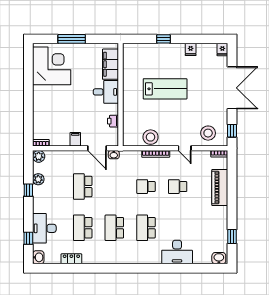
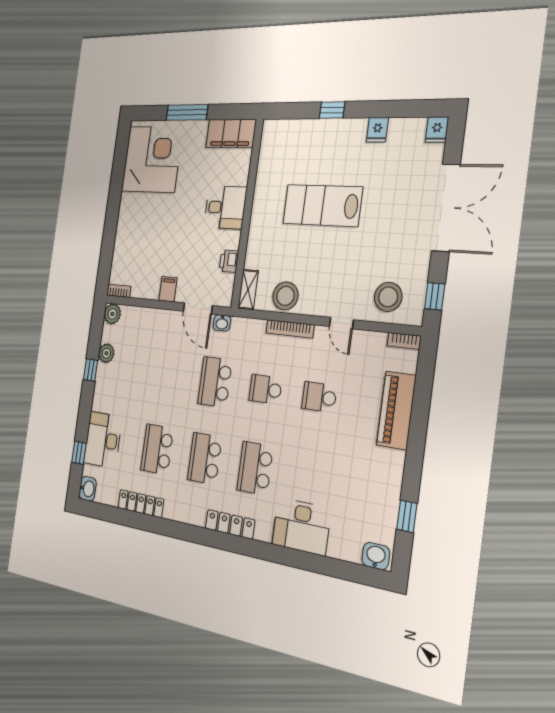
filing cabinet: (110, 64) -> (231, 134), moved, turned -90
lab bench: (165, 89) -> (322, 205), turned 180
shelving: (127, 135) -> (248, 290), added
school desk: (83, 187) -> (215, 382), moved
locker: (71, 259) -> (141, 504), width x1.53
locker: (135, 259) -> (230, 524), added

